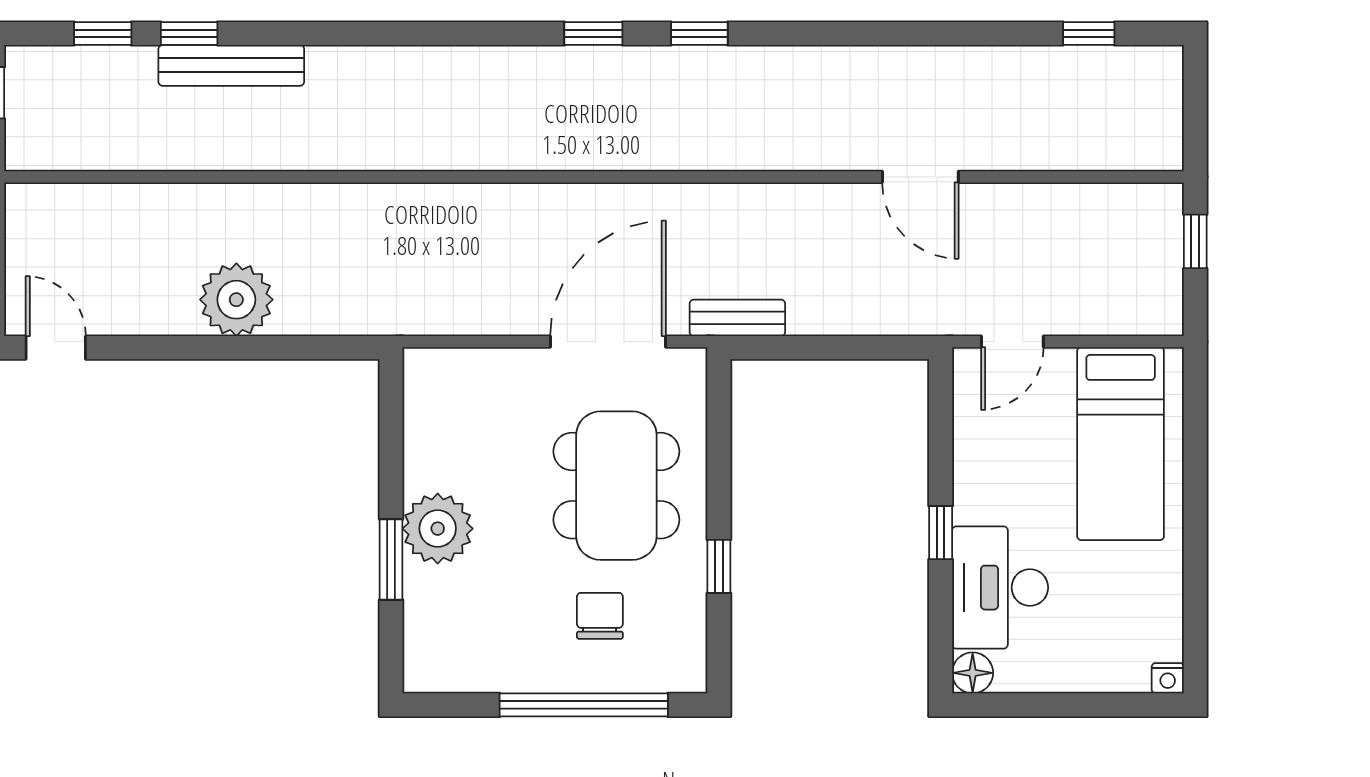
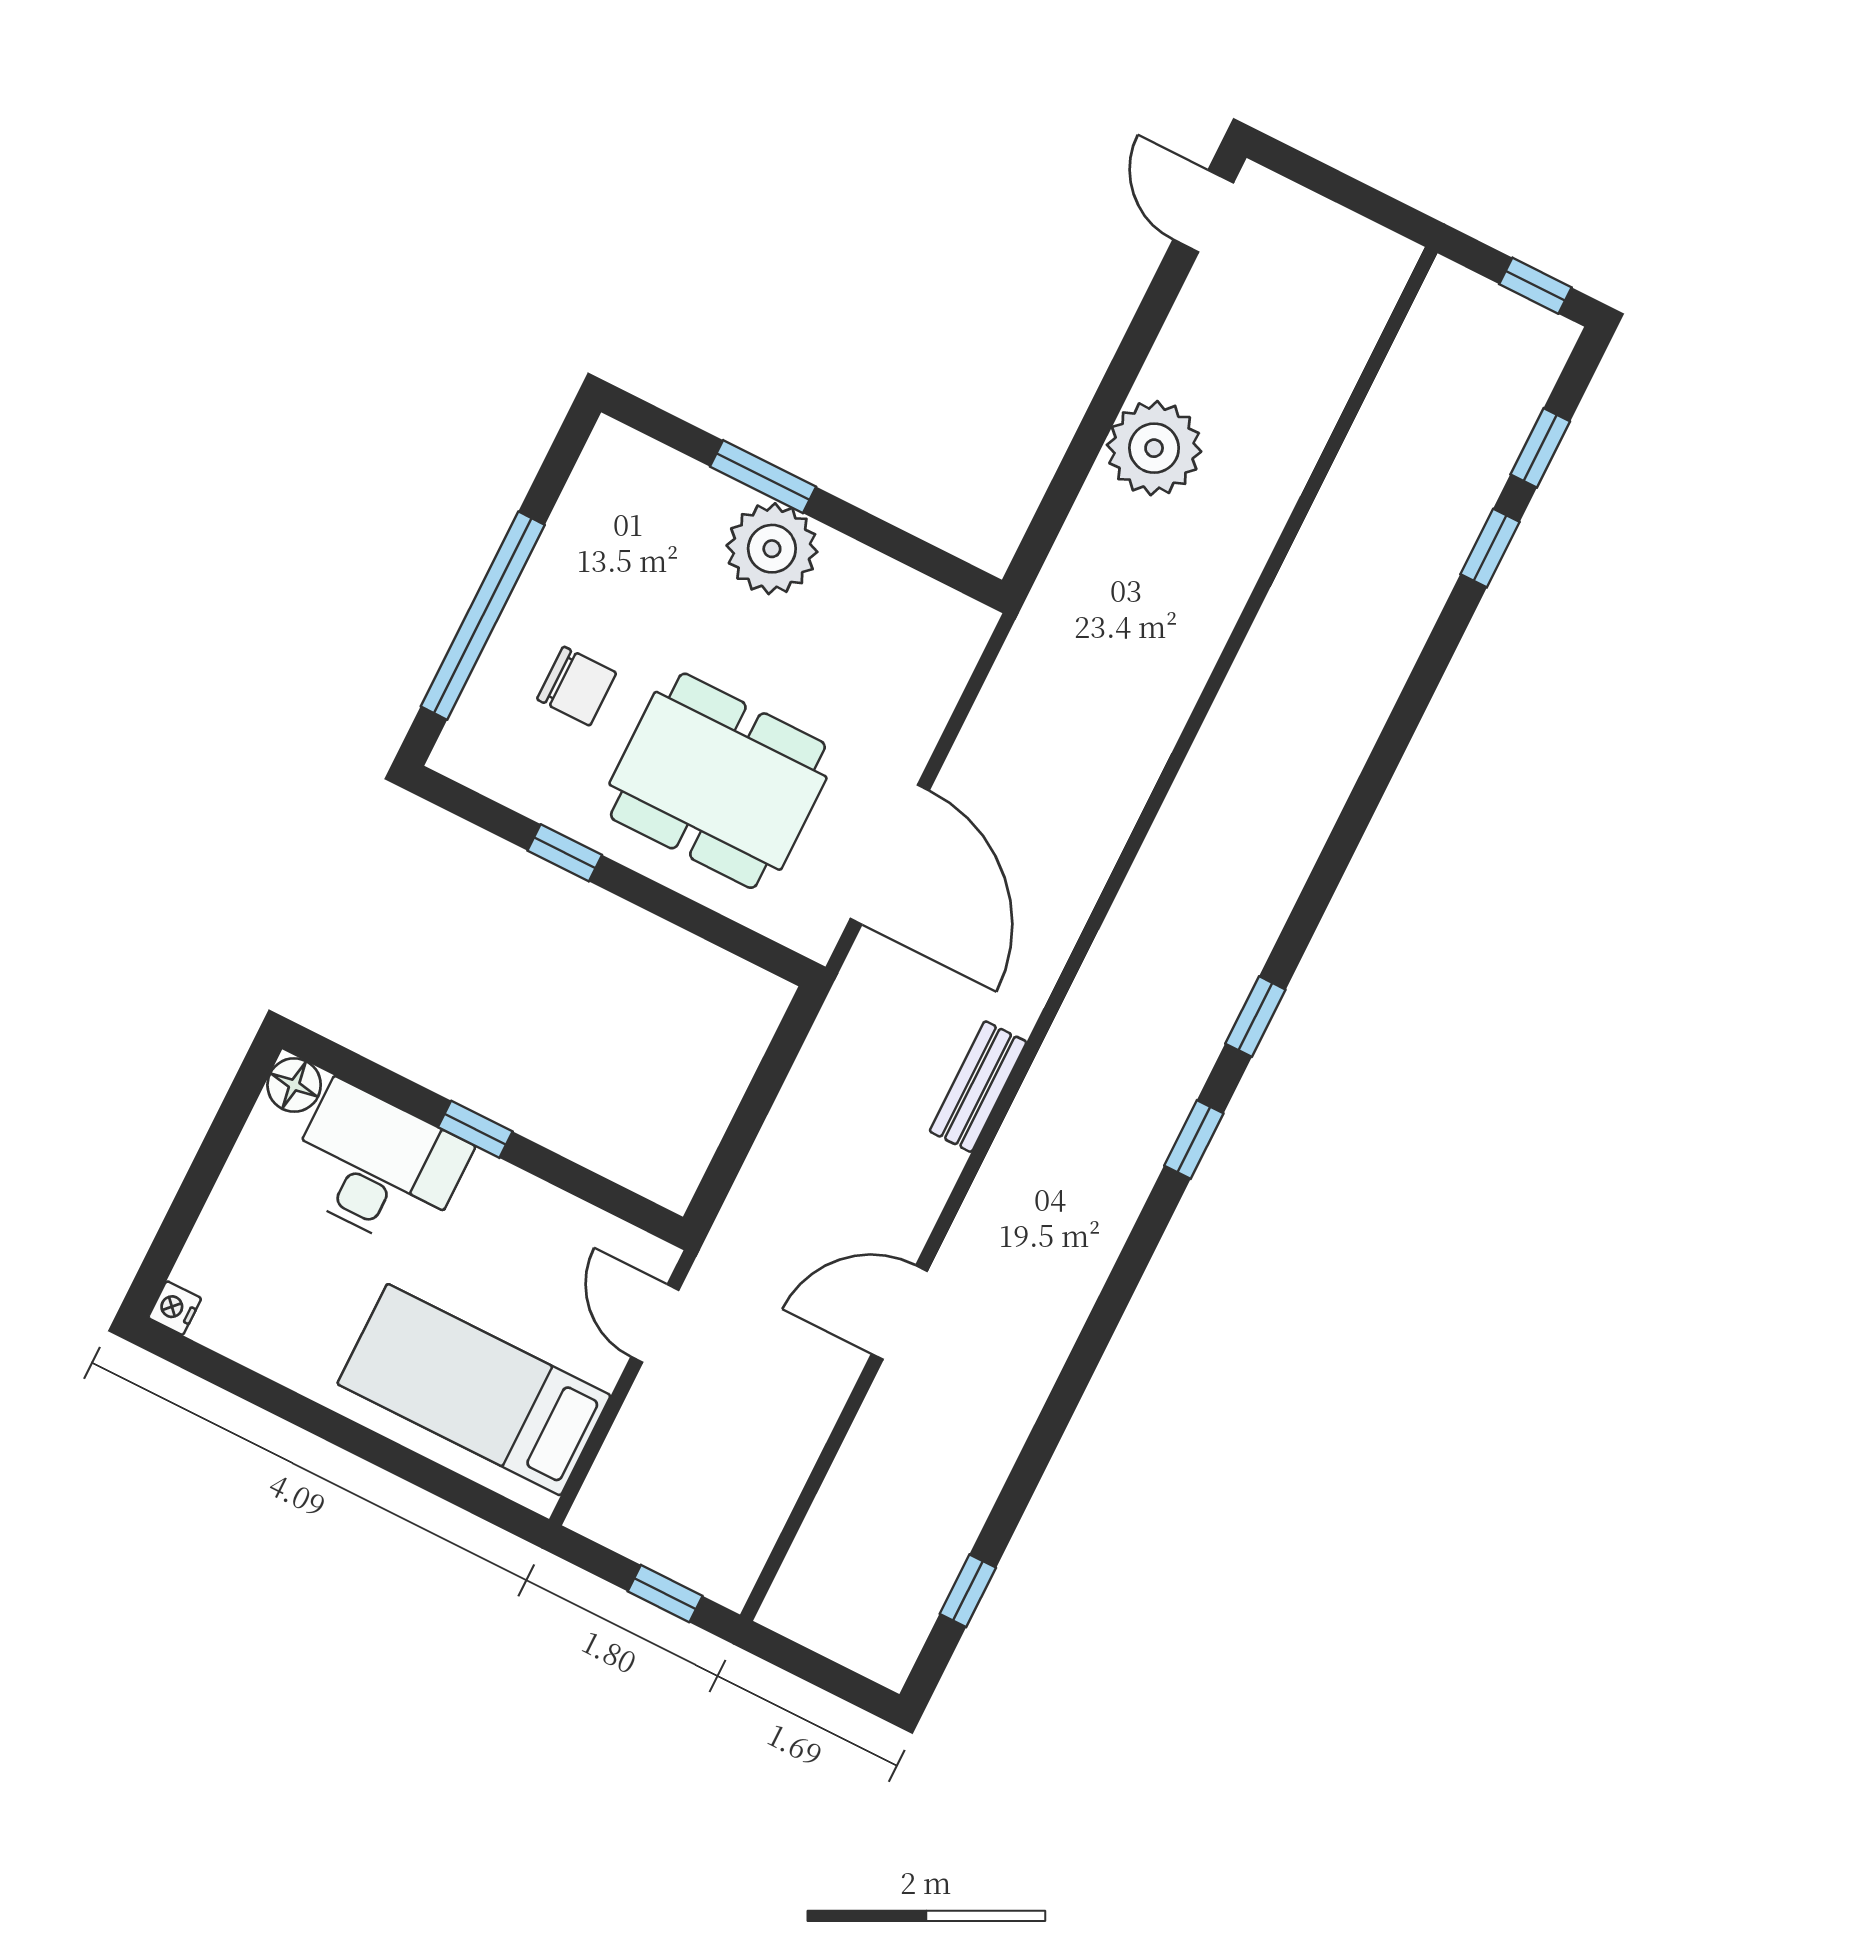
bench: (231, 65) -> (1429, 578), removed
bench: (737, 318) -> (978, 1087), moved
door: (56, 348) -> (1203, 211), swing flipped

